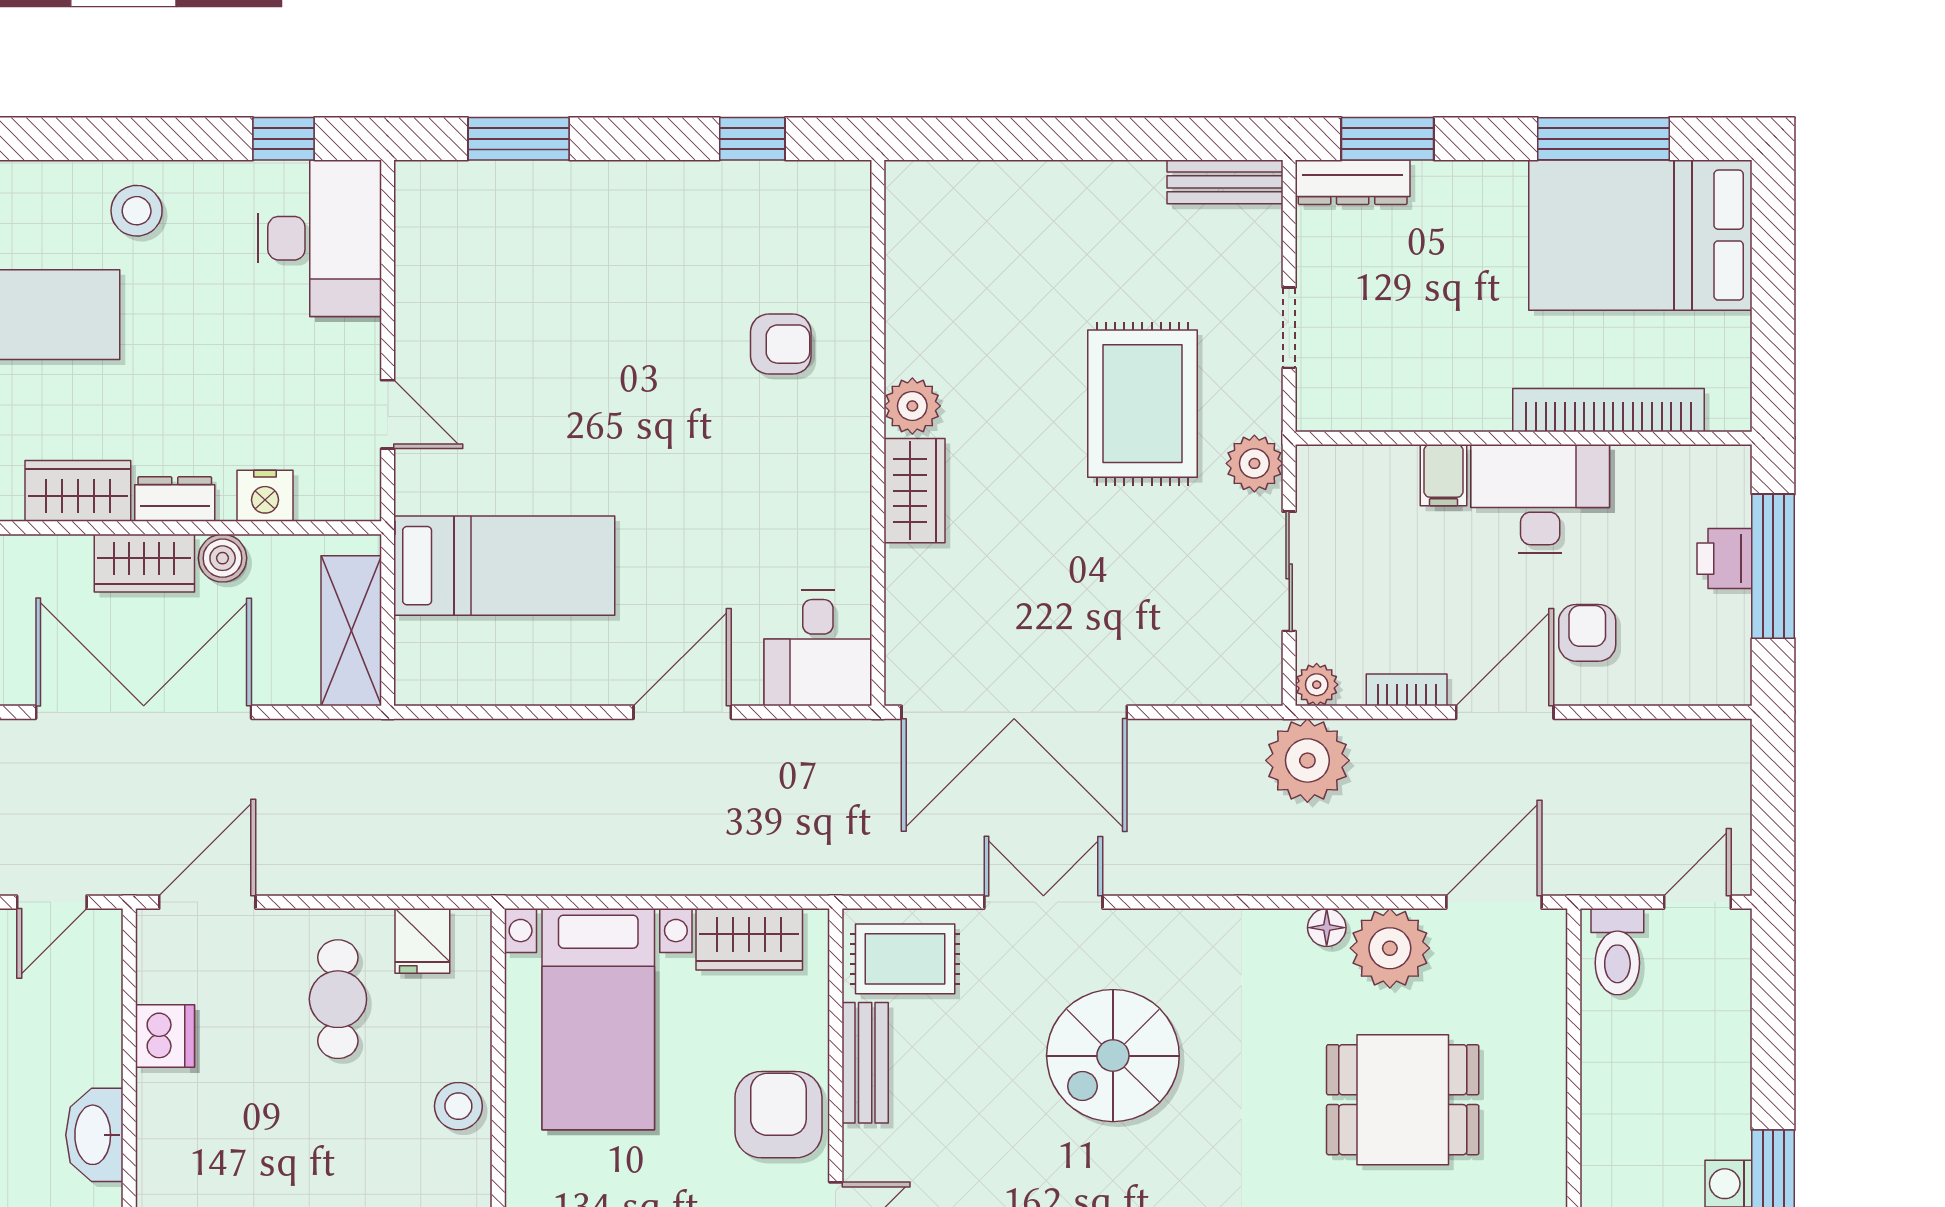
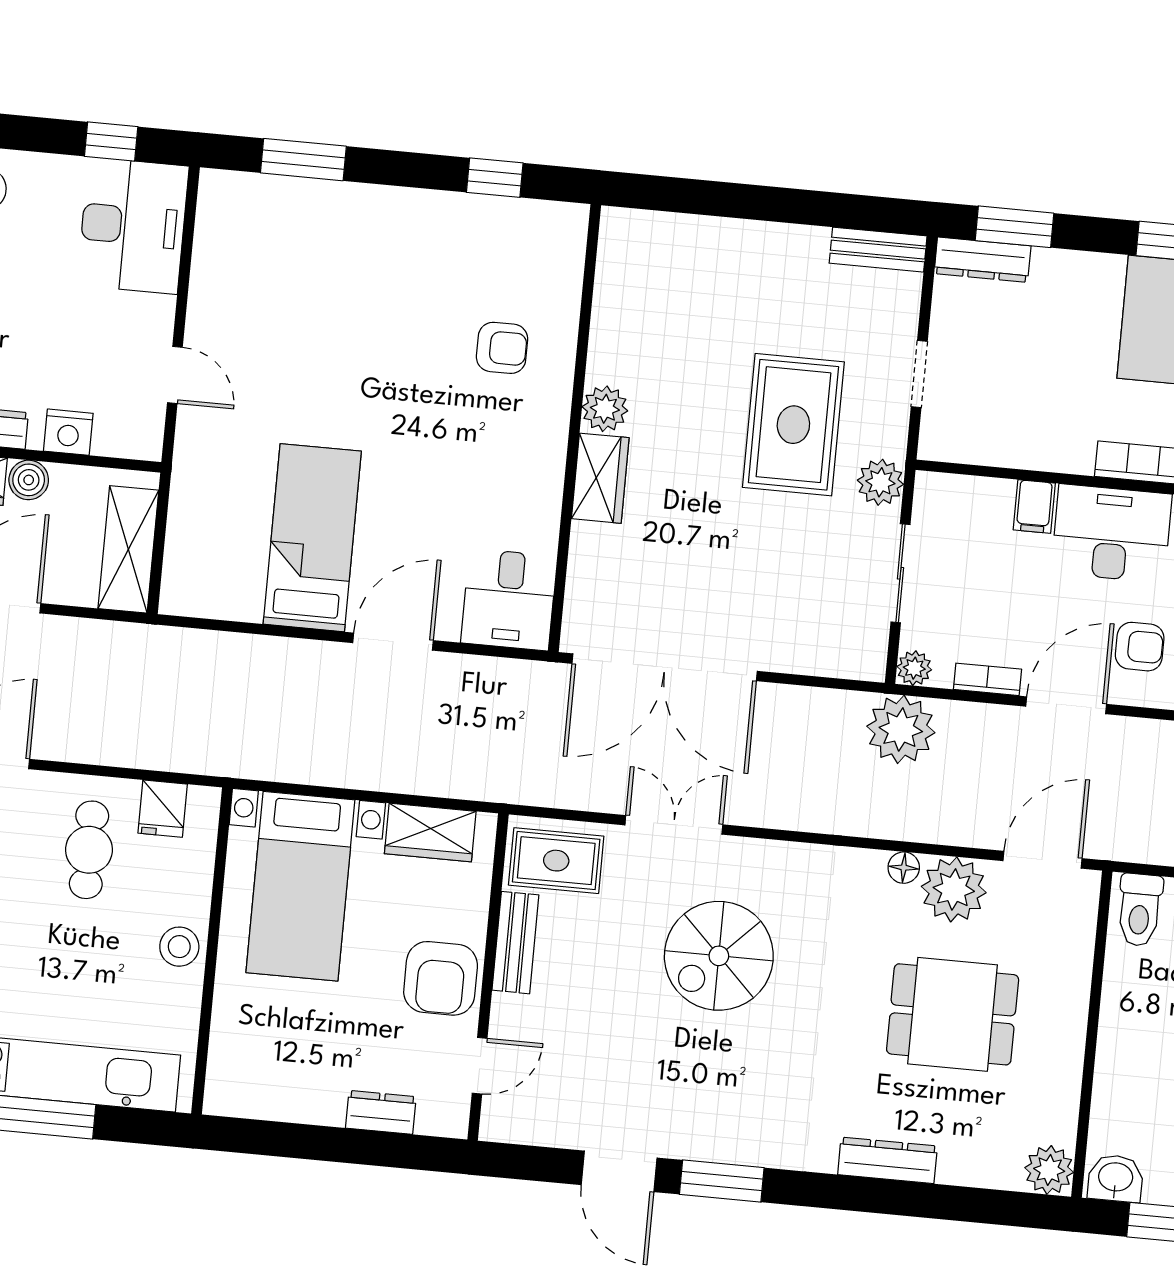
bed: (504, 566) -> (312, 538), moved, turned -90
armchair: (1587, 633) -> (1140, 647), turned 90
armchair: (778, 1115) -> (441, 978), turned 180

